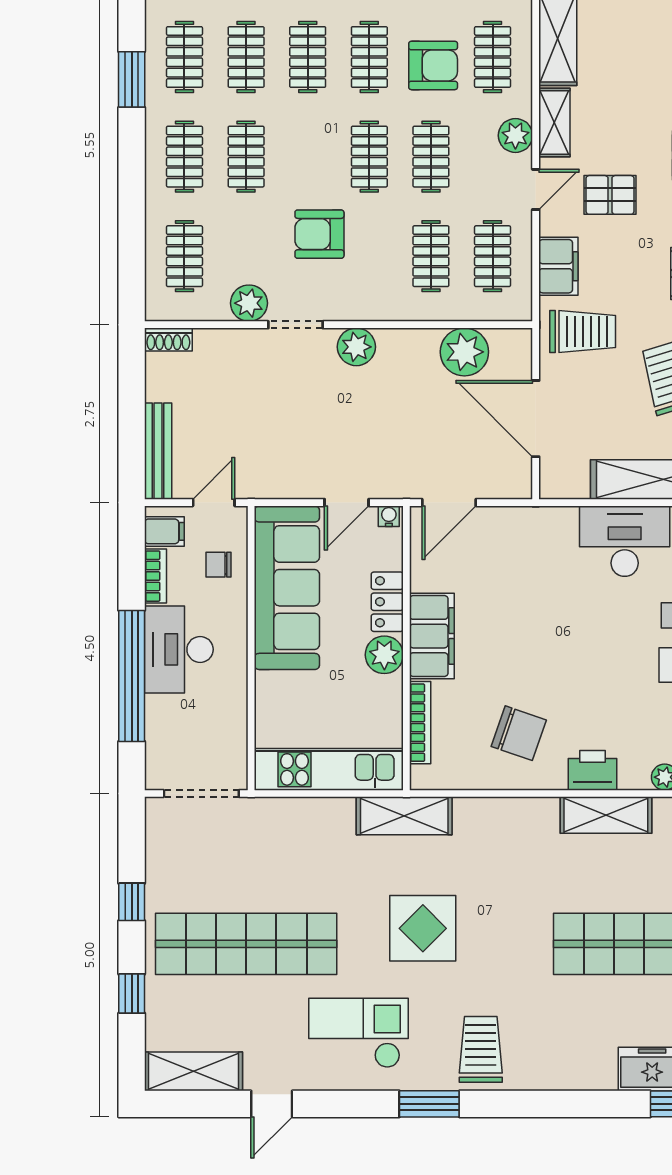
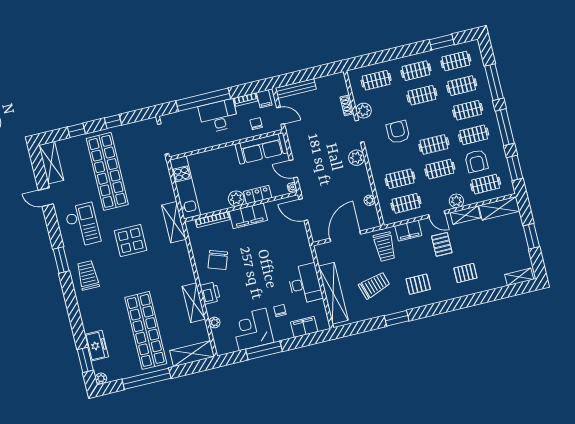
shoe rack: (168, 340) -> (347, 105), moved
plant: (464, 352) -> (369, 200), width x0.53, depth x0.53
sofa: (287, 588) -> (262, 148), width x0.74, depth x0.79
trolley: (481, 1049) -> (88, 275), turned -90

